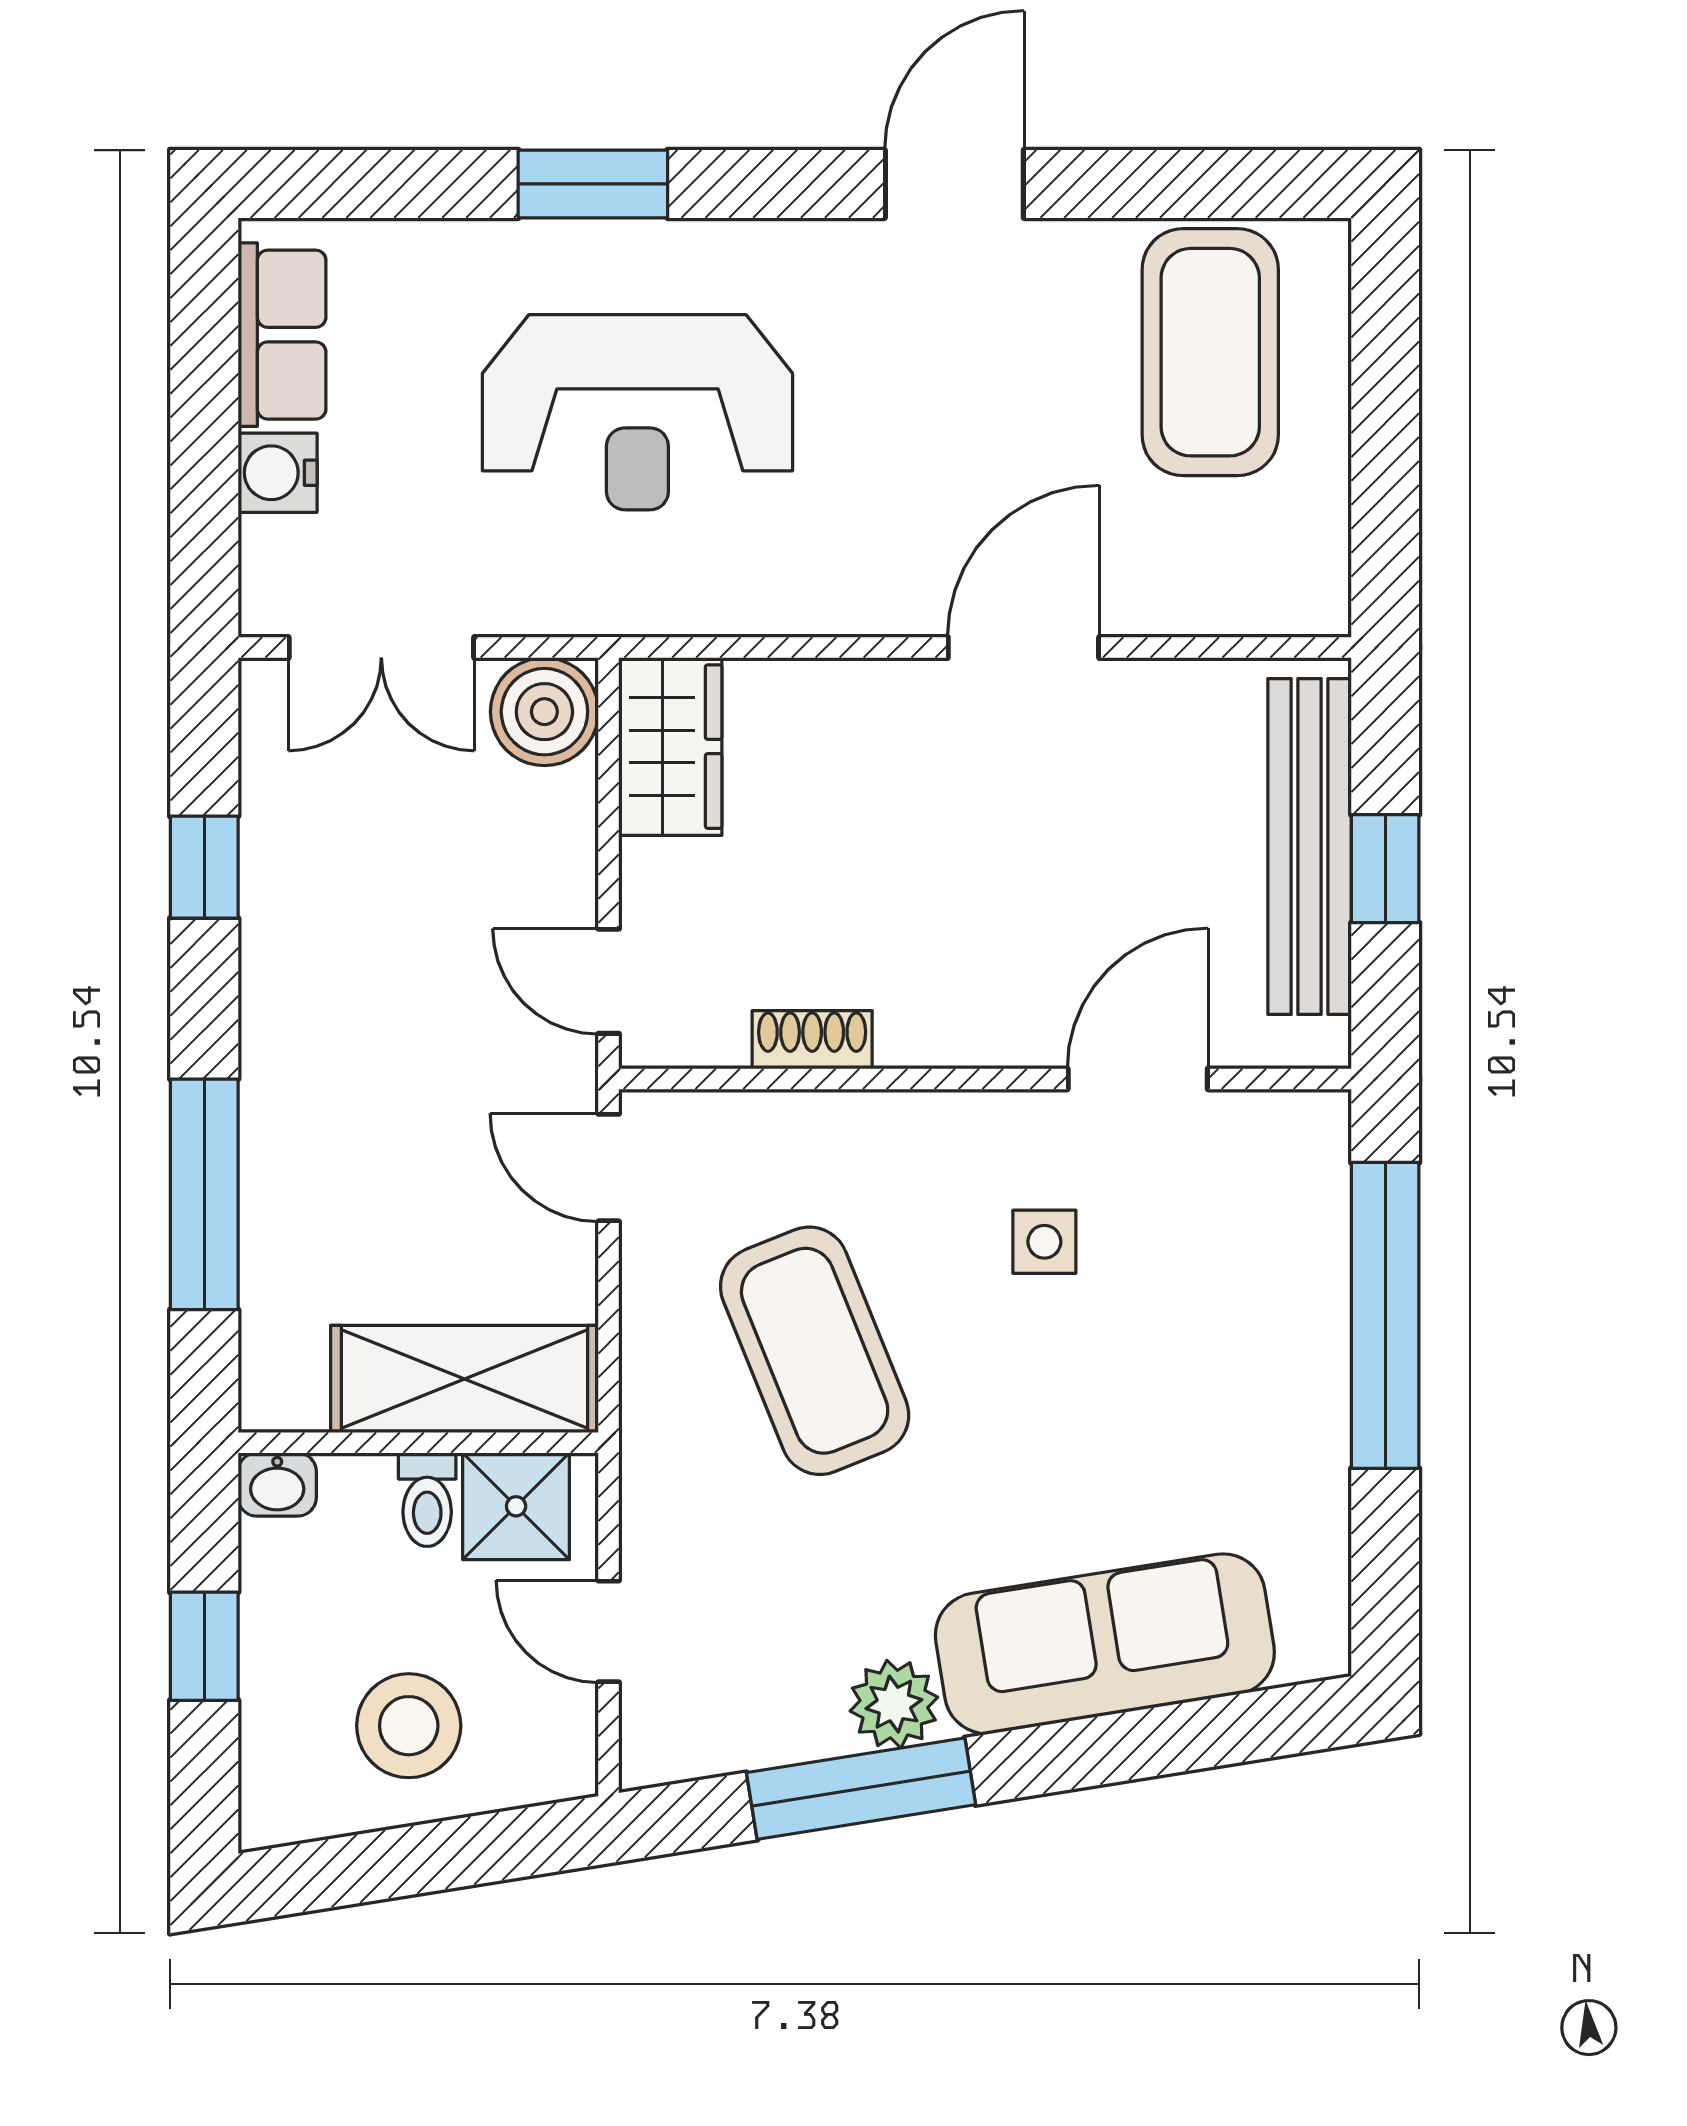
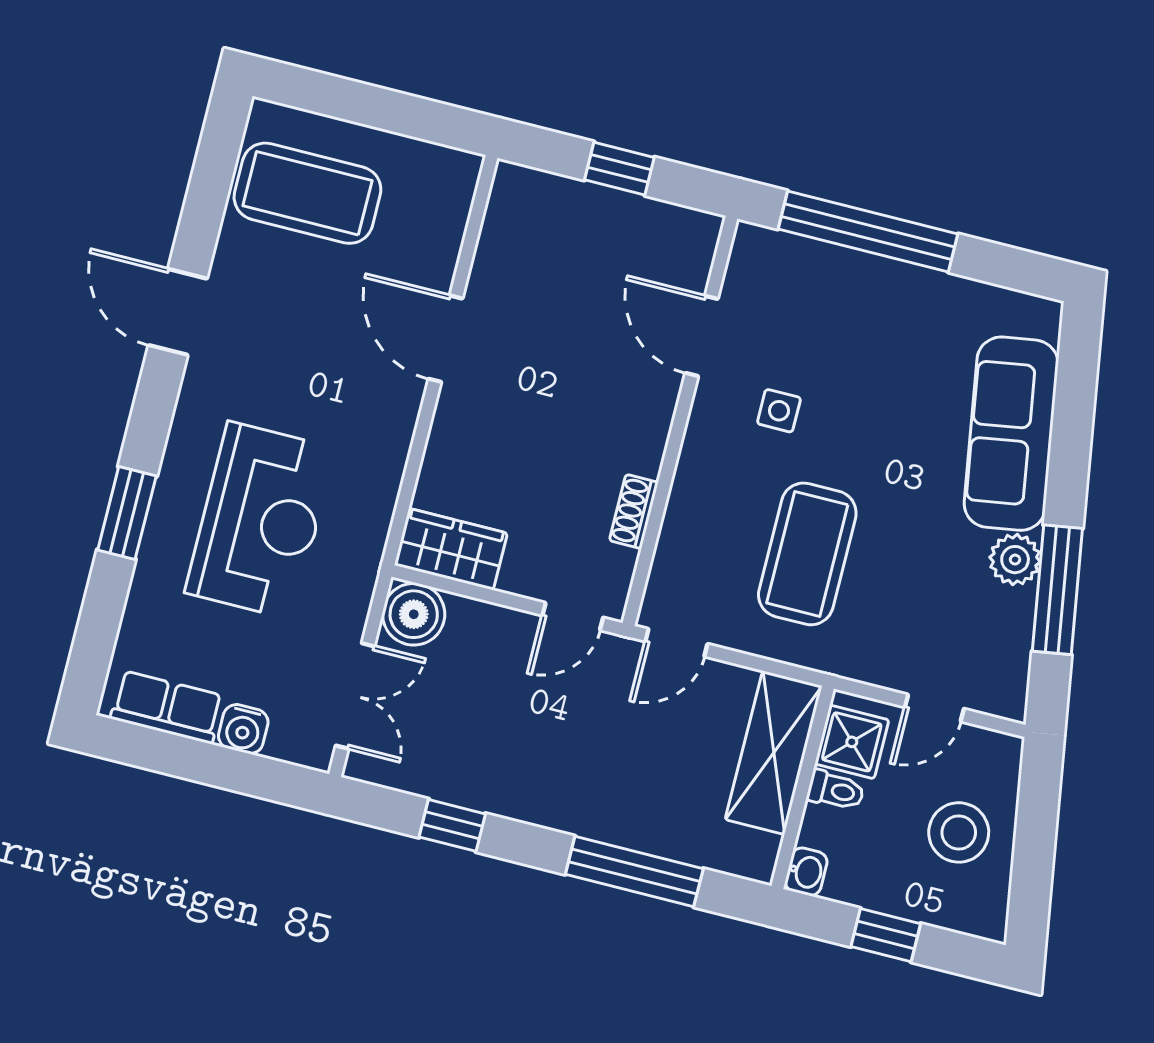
bench: (1310, 847) -> (596, 208), removed
coffee table: (815, 1351) -> (807, 554), turned -68

